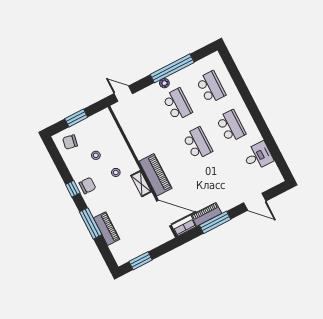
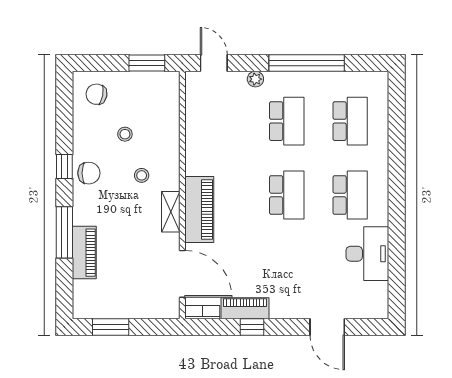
plant: (164, 83) -> (255, 79), moved
window: (76, 118) -> (147, 63), moved
desk: (258, 156) -> (367, 254), width x1.37
window: (215, 222) -> (252, 327), width x0.46

